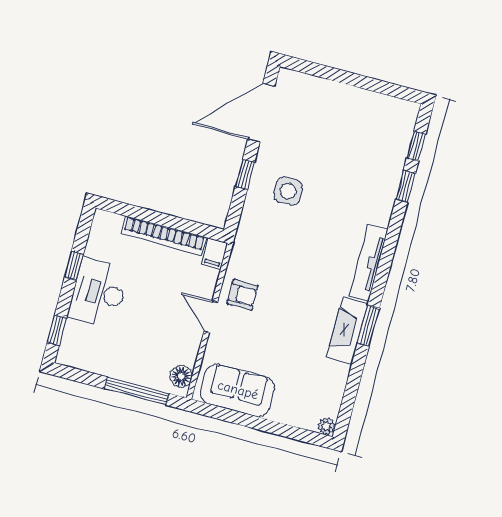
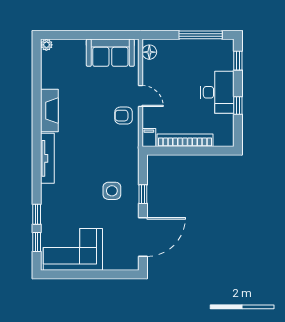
corner sofa: (367, 122) -> (73, 249), added
window: (368, 326) -> (37, 117), removed
window: (137, 391) -> (201, 35), moved

